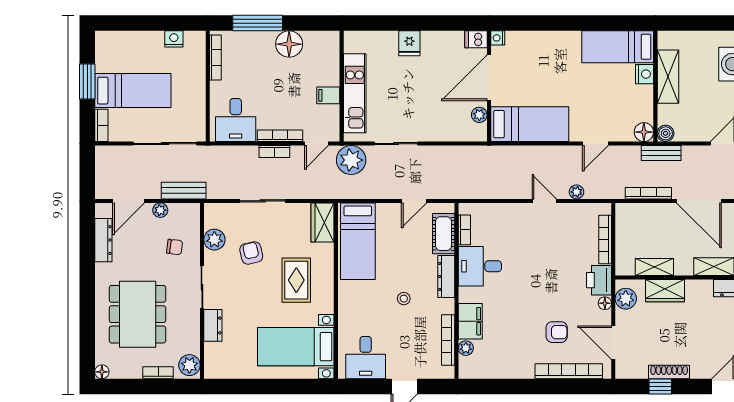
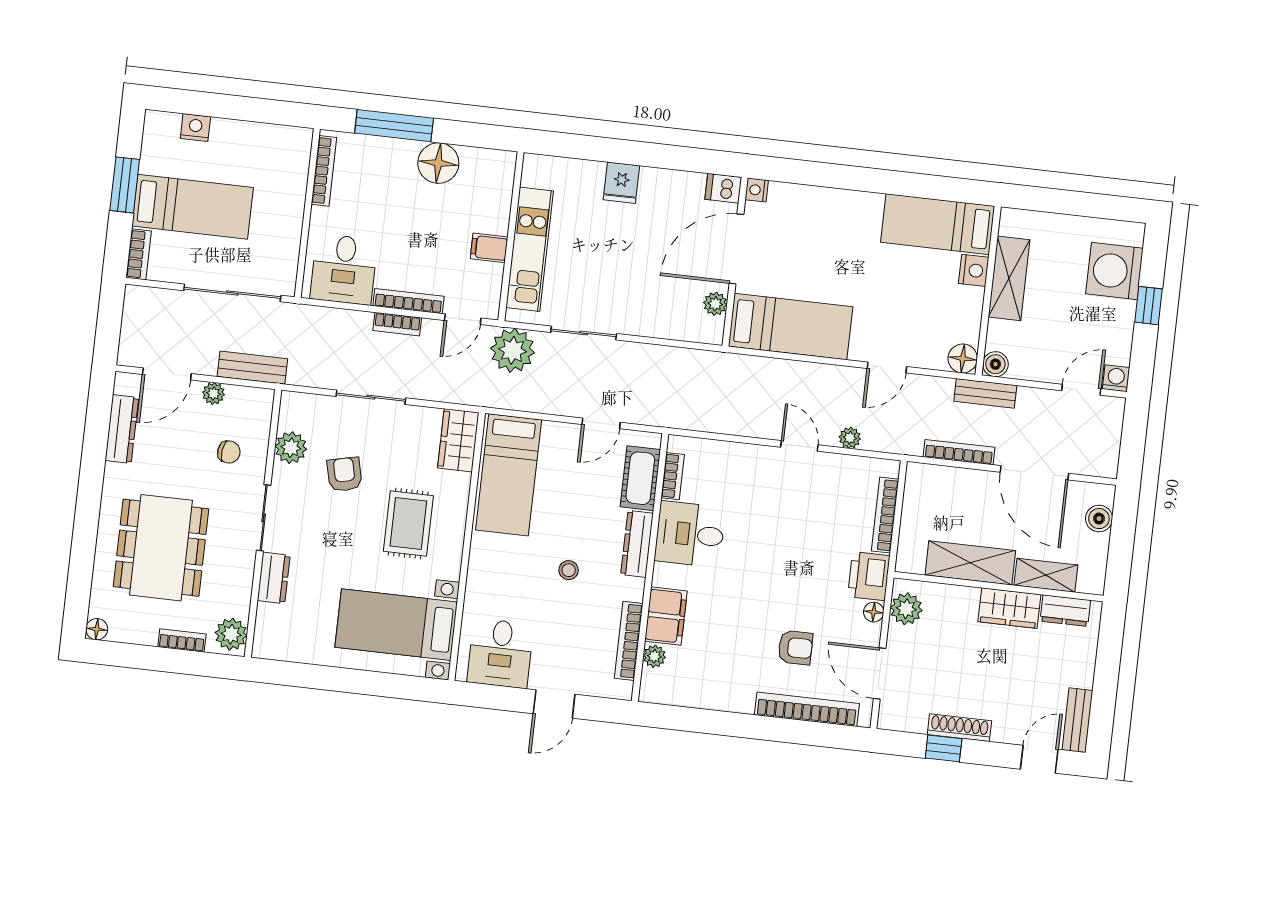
nightstand: (174, 39) -> (195, 128), moved
shelving: (654, 267) -> (970, 563), width x1.50, depth x1.33
wardrobe: (665, 291) -> (1009, 608), moved

